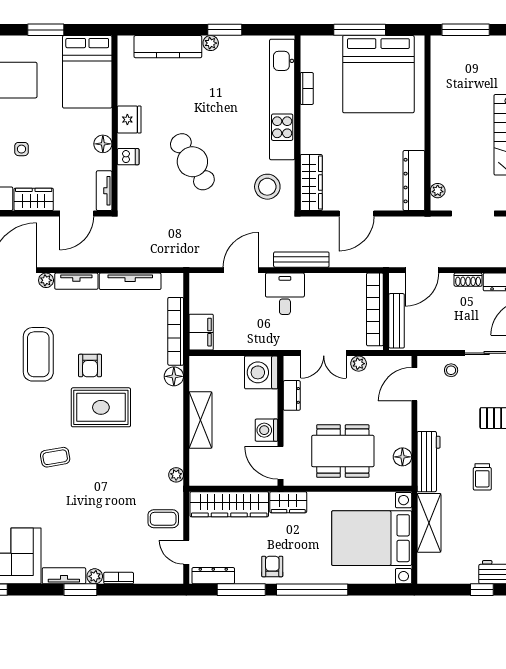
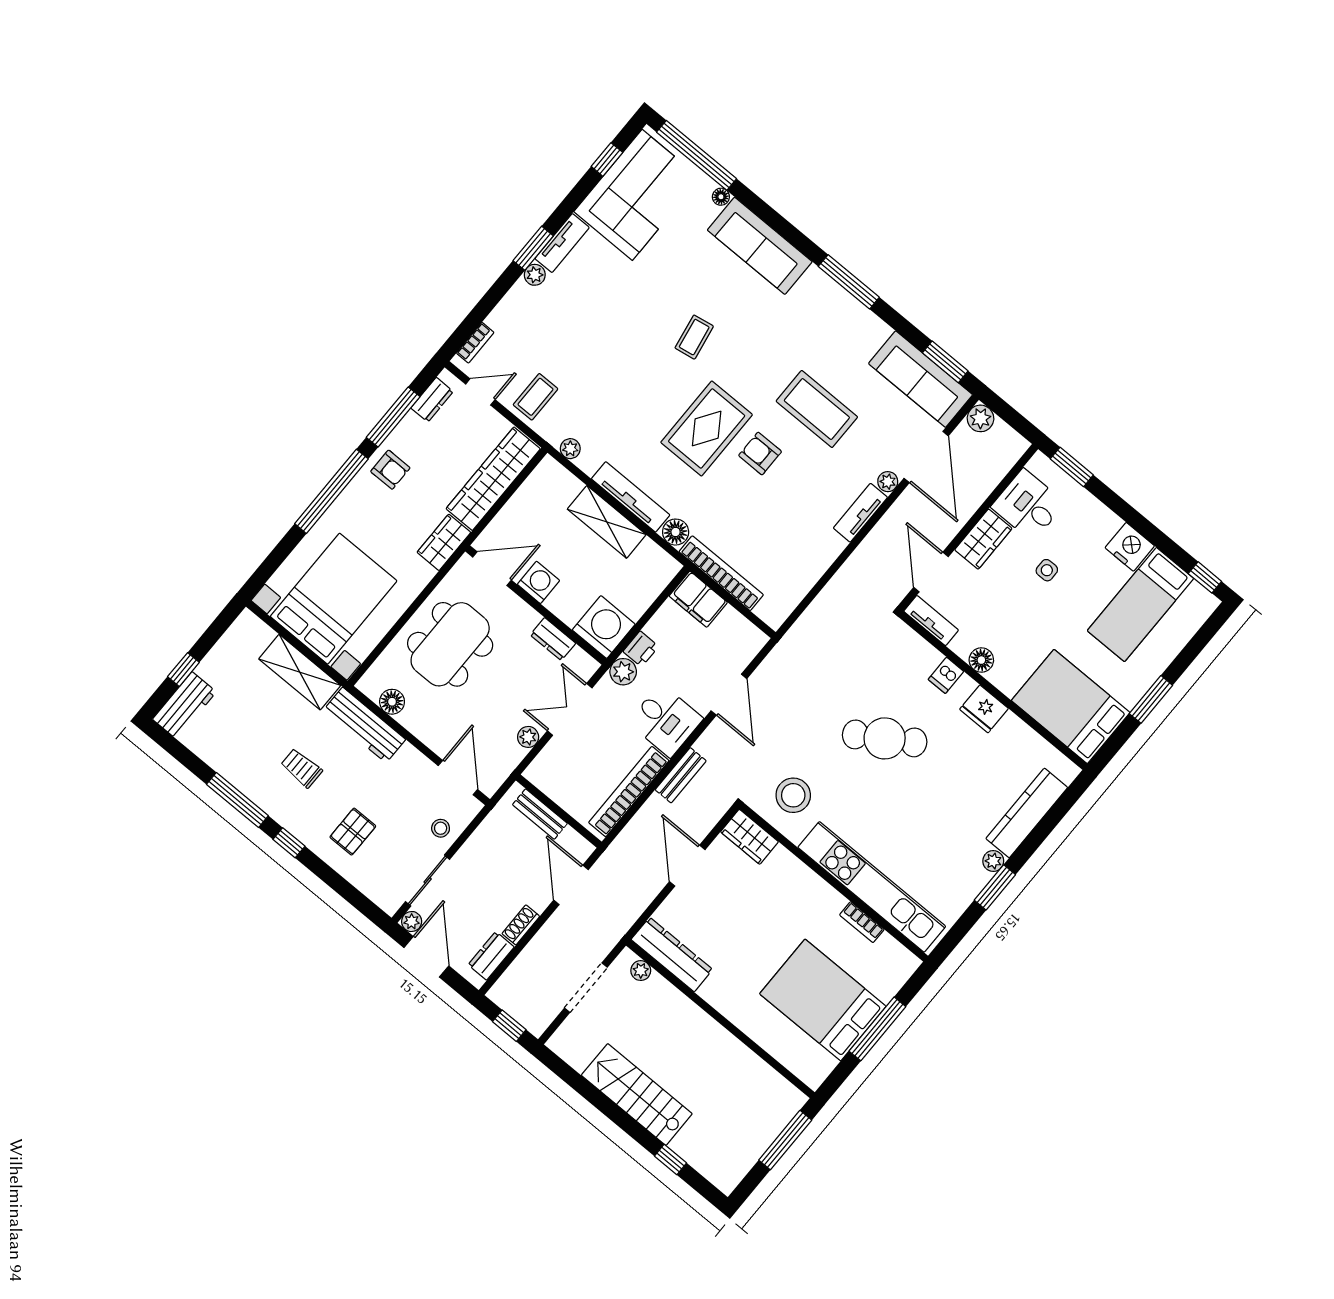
bed: (378, 74) -> (823, 1000), width x0.73
wardrobe: (311, 183) -> (749, 837), width x0.67
bench: (301, 260) -> (681, 775), width x0.73
tv unit: (130, 281) -> (631, 497), moved, turned 90
bookcase: (375, 309) -> (629, 792), moved, turned -90
bench: (397, 321) -> (540, 814), width x0.73
printer: (256, 341) -> (641, 649), added
plant: (277, 341) -> (623, 672), added
dresser: (213, 576) -> (432, 400), width x0.70
bookcase: (119, 578) -> (475, 343), moved

